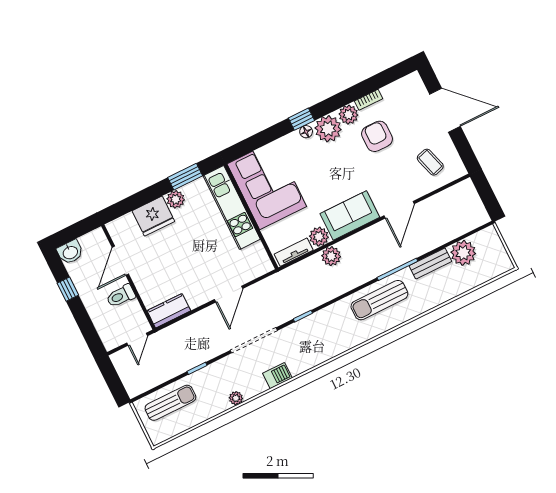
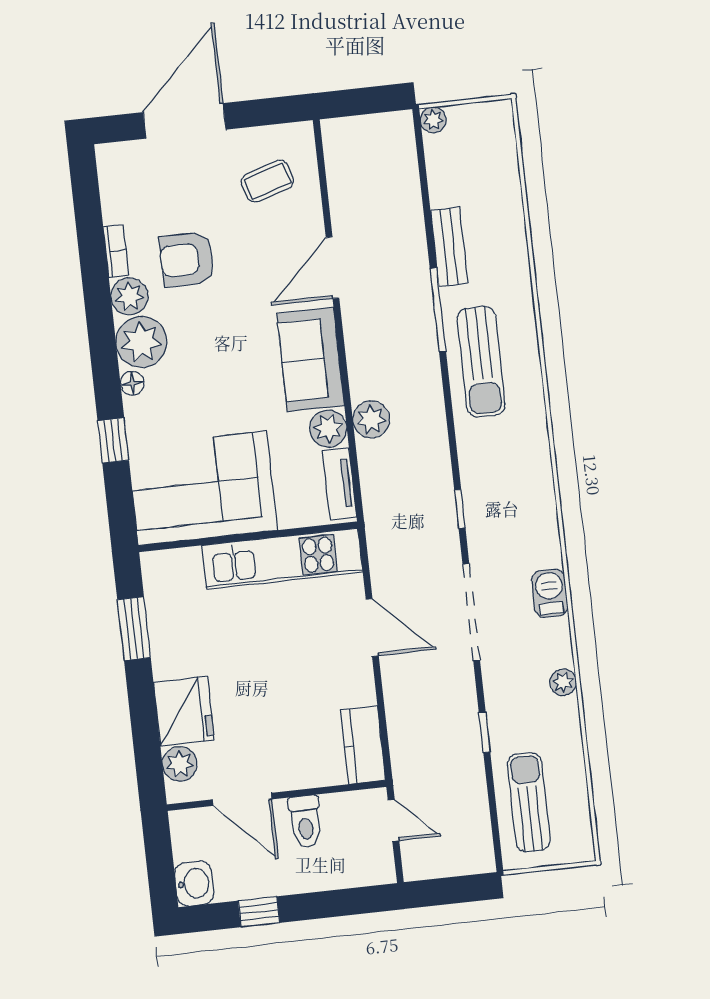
window: (301, 119) -> (113, 441), moved
plant: (176, 199) -> (180, 764), moved
kitchen unit: (232, 208) -> (282, 559), moved
door: (399, 210) -> (332, 268), swing flipped
plant: (463, 253) -> (433, 120), moved, width x0.53, depth x0.53

